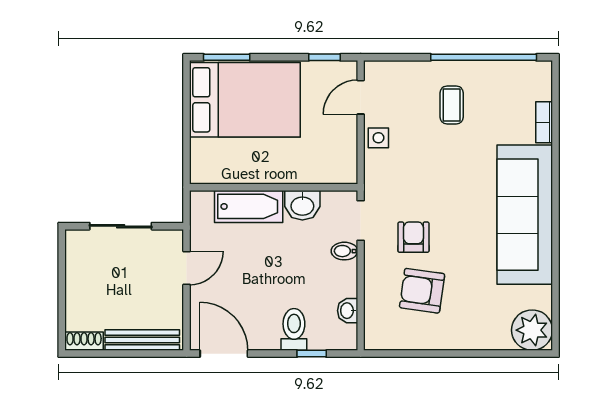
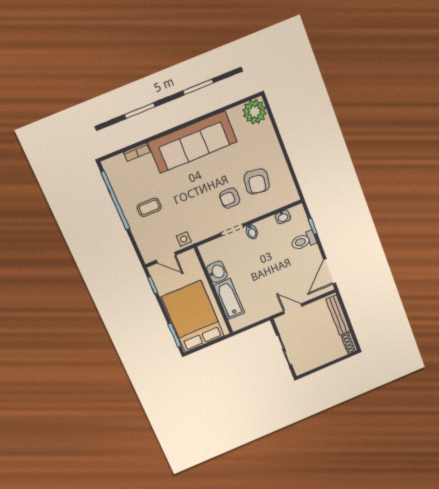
wall: (274, 187) -> (214, 291), moved
washbasin: (302, 205) -> (217, 272), moved
bathtub: (249, 206) -> (229, 299), moved

